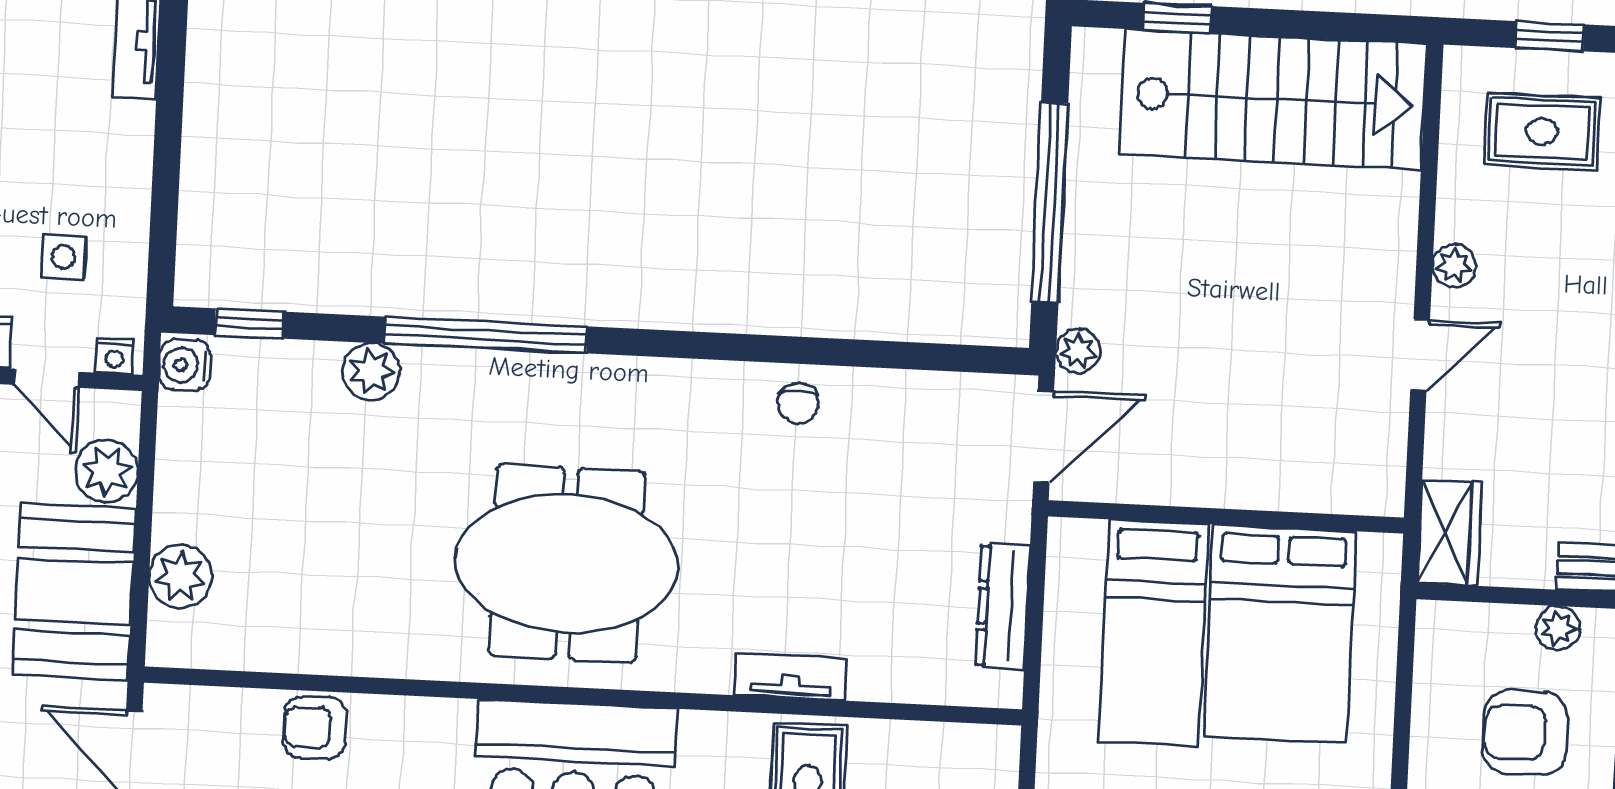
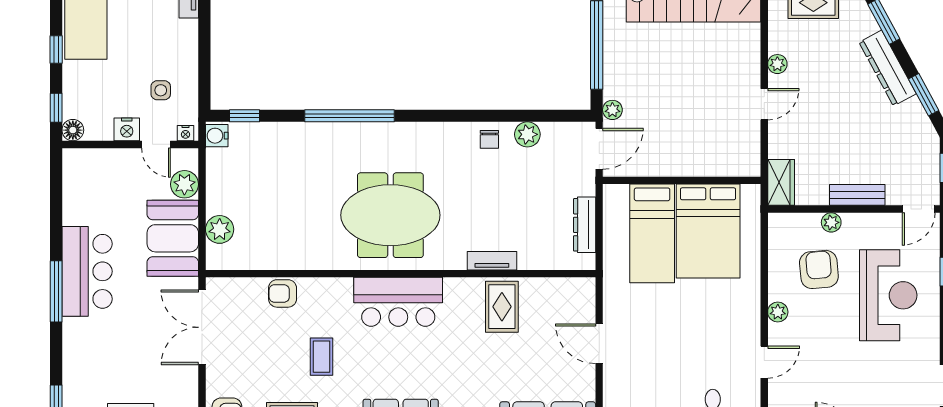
plant: (371, 371) -> (527, 134), moved
armchair: (1525, 733) -> (819, 269), turned 85

